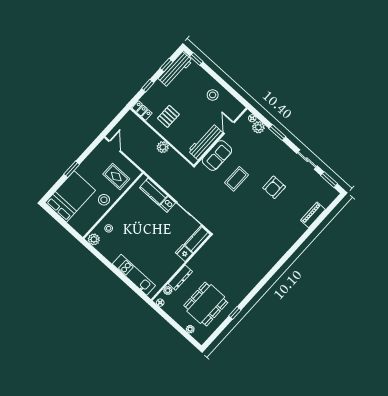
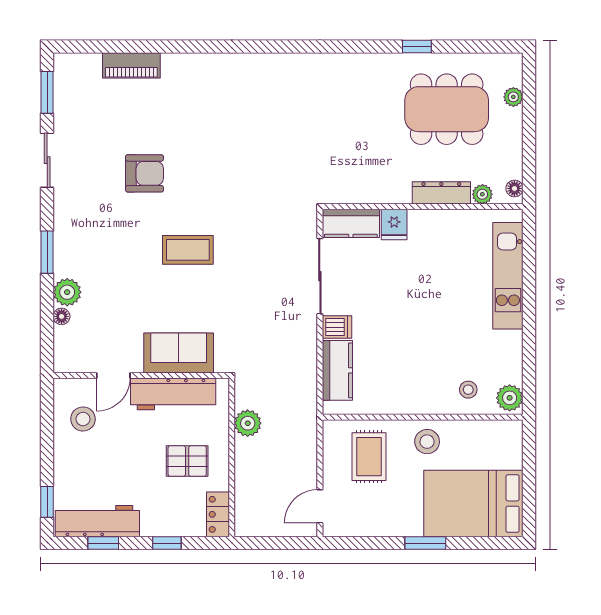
door: (229, 128) -> (113, 375), moved
wall: (221, 137) -> (141, 375), moved
workbench: (205, 142) -> (173, 394), moved
sofa: (217, 155) -> (179, 353), moved

